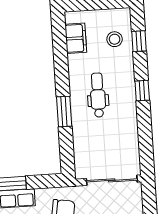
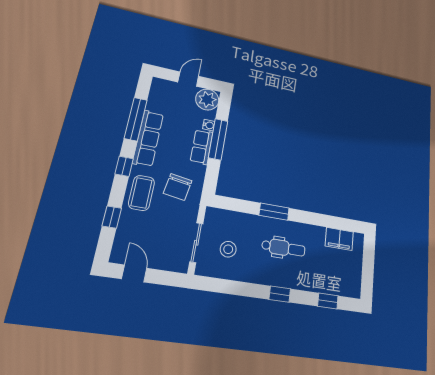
stool: (115, 39) -> (228, 249), moved
sliding door: (112, 180) -> (196, 243), width x0.73

